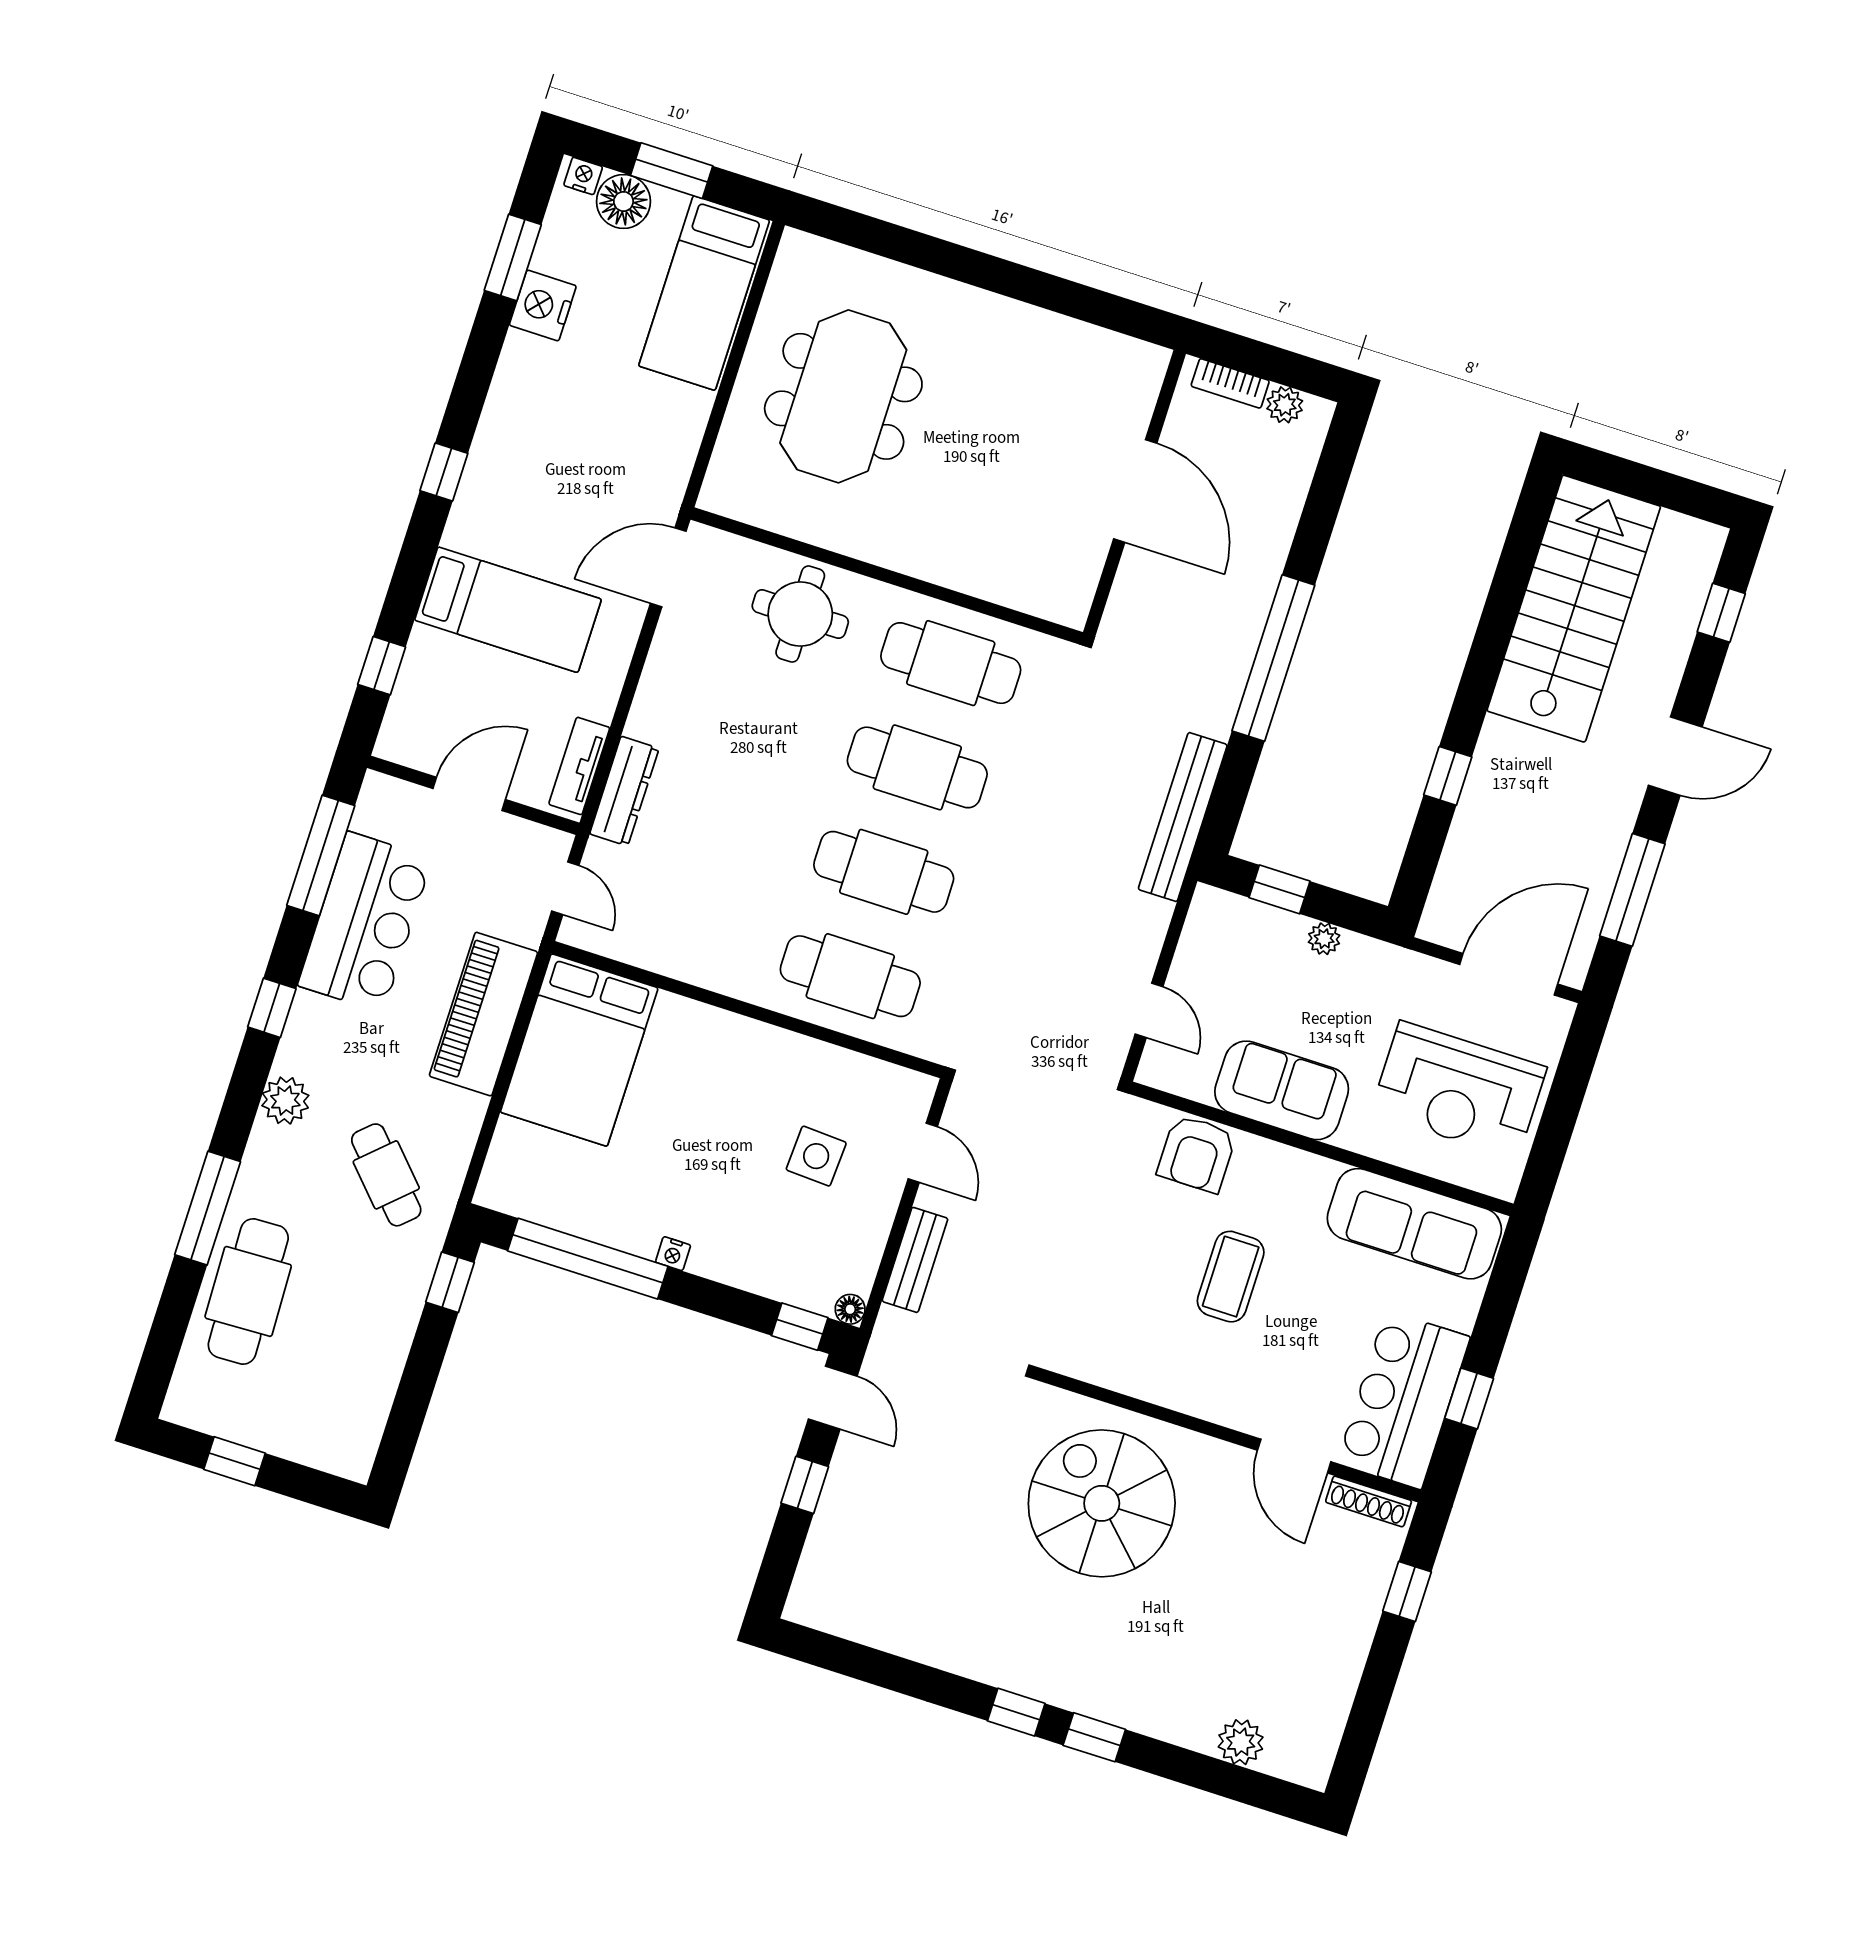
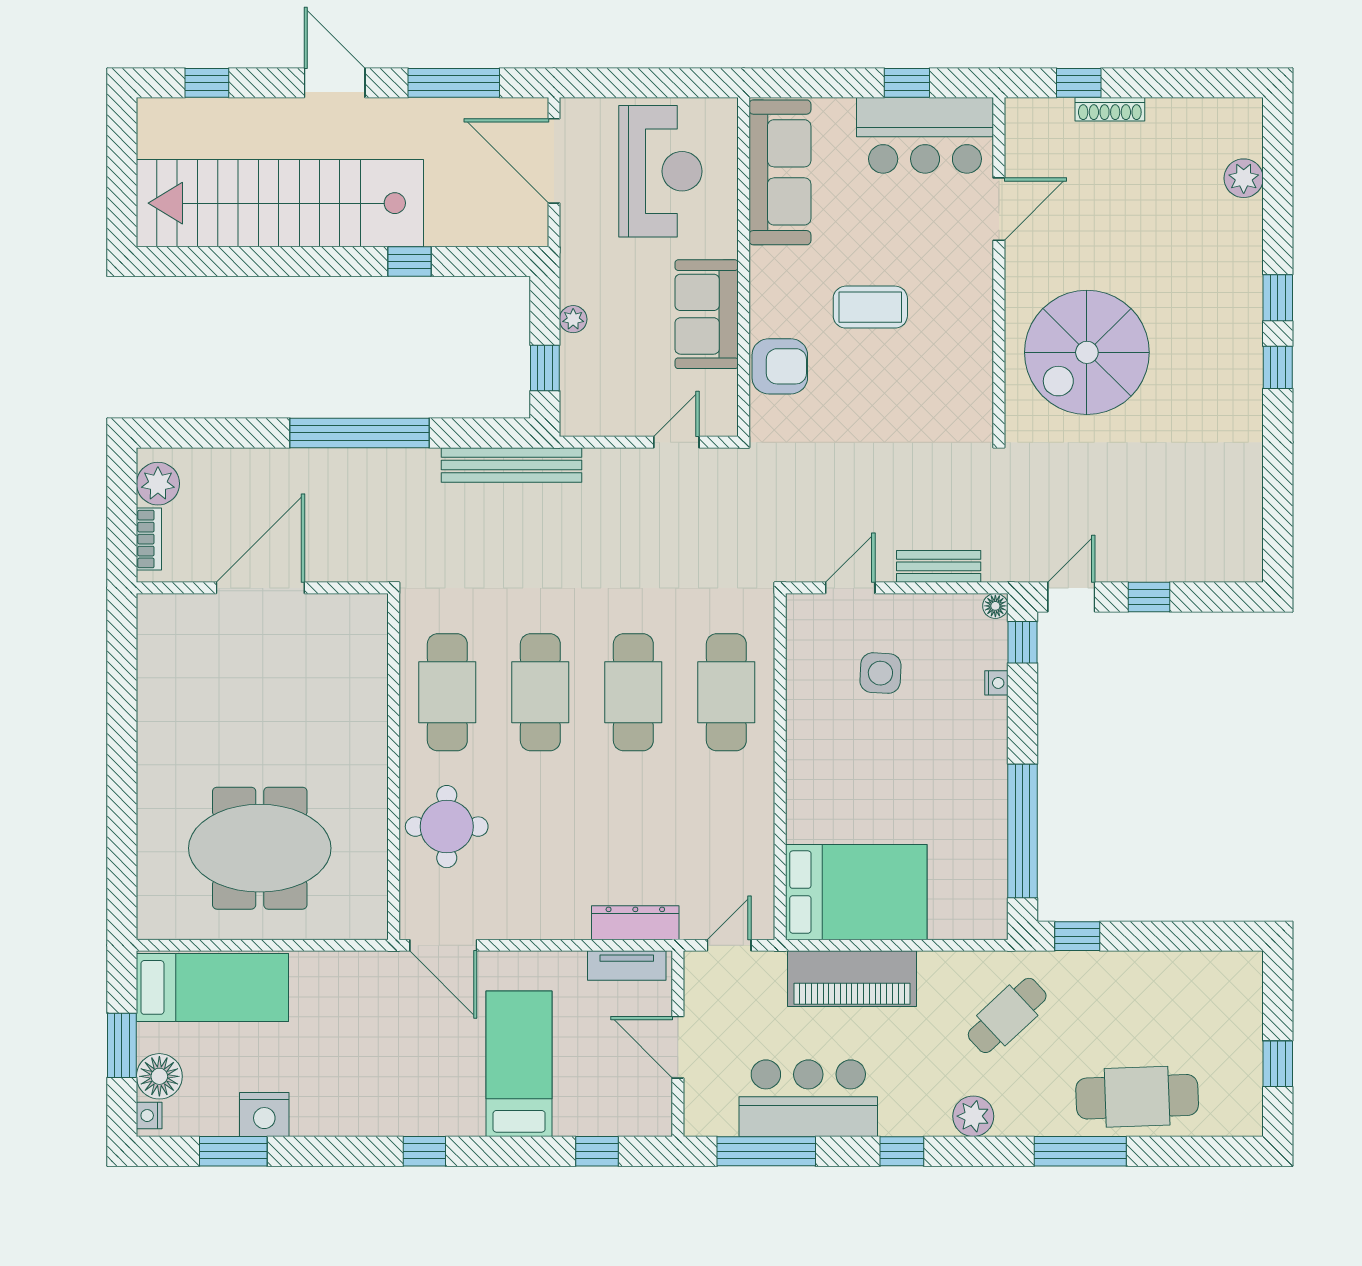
plant: (1285, 405) -> (158, 484), width x1.38, depth x1.38
stairs: (1574, 609) -> (280, 203), width x1.36
nightstand: (673, 1254) -> (996, 683), moved
shoe rack: (1369, 1501) -> (1110, 109), moved, turned 90

